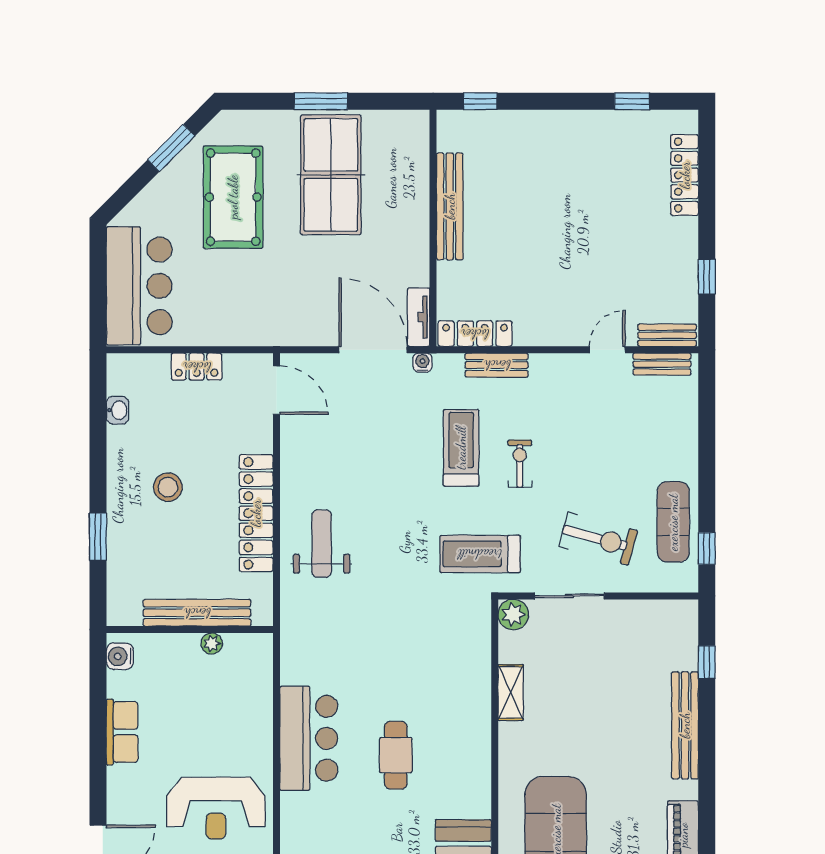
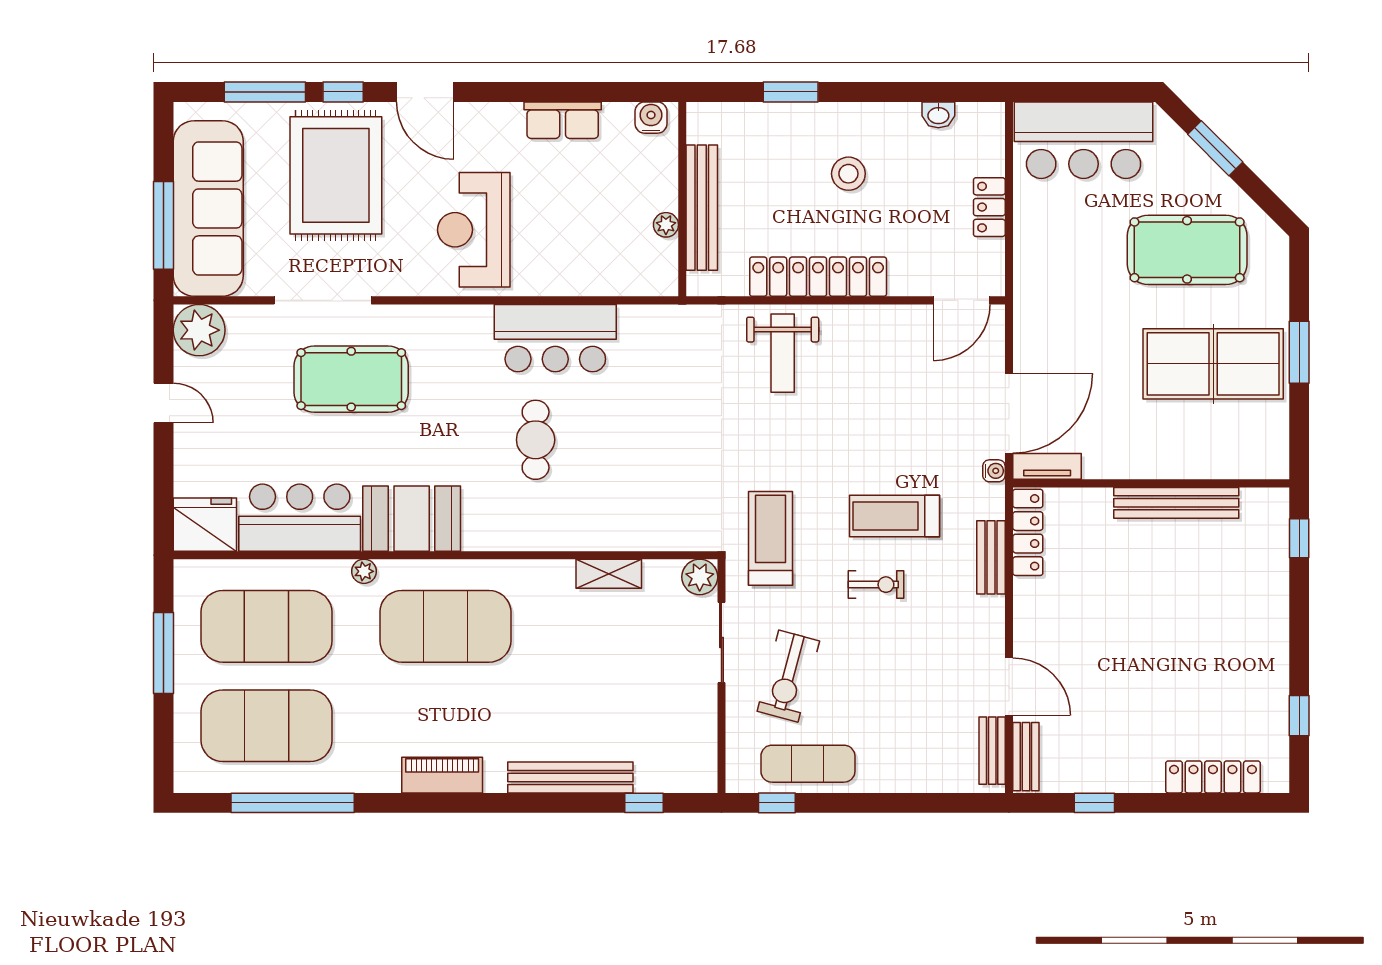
window: (171, 148) -> (1215, 148), moved
door: (607, 350) -> (1009, 687), width x1.38
treadmill: (461, 448) -> (894, 516), turned 180
weight bench: (322, 544) -> (783, 353), turned 90
cafe table: (396, 755) -> (536, 440), turned 90

